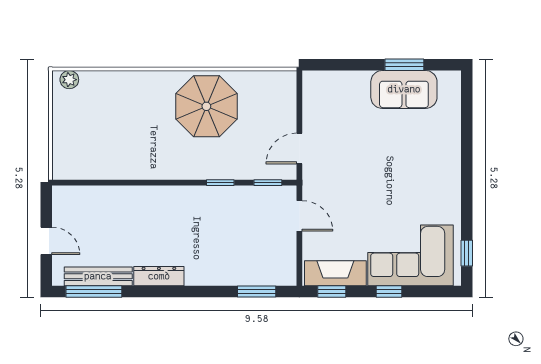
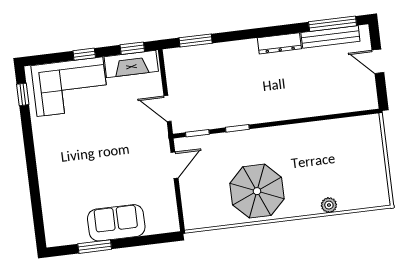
plant: (69, 80) -> (329, 205), moved
sofa: (404, 89) -> (116, 223), moved

